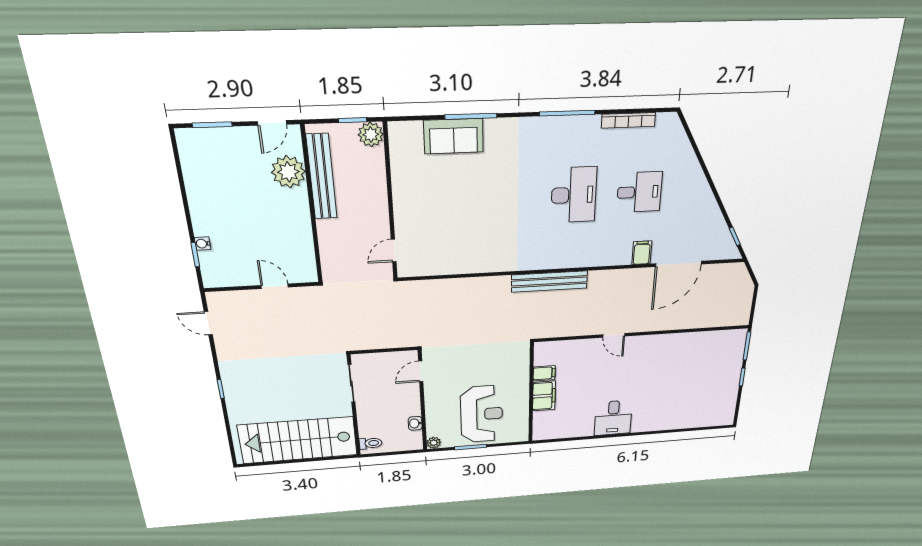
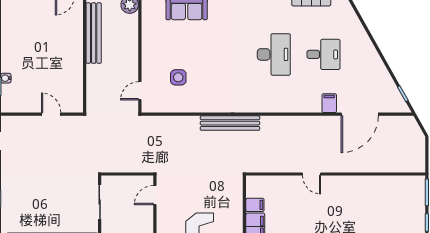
plant: (288, 172) -> (71, 29), removed
side table: (445, 231) -> (178, 77), added
bench: (549, 282) -> (230, 123), moved

